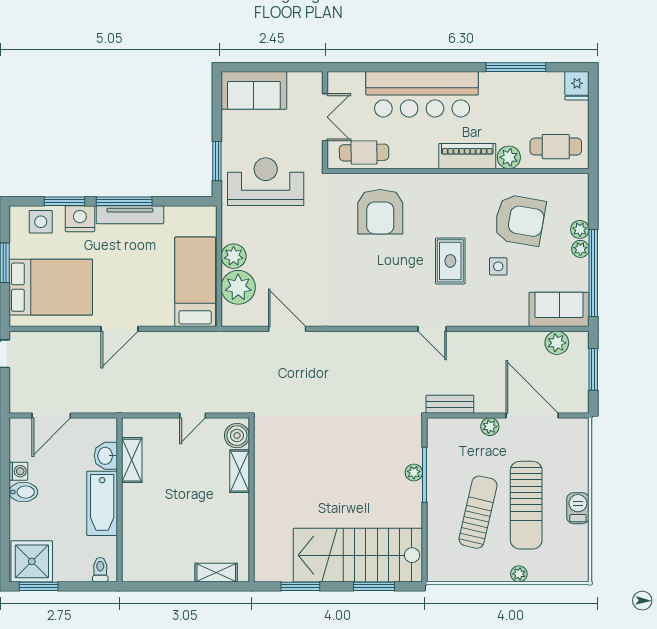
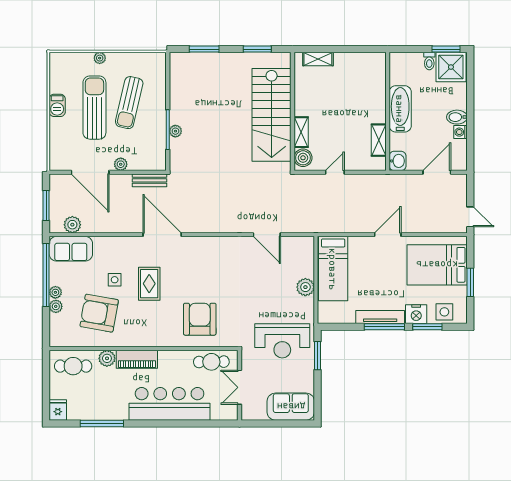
plant: (238, 287) -> (302, 265), removed
door: (432, 329) -> (162, 235), width x1.88
washbasin: (106, 456) -> (398, 161), moved
stairs: (358, 555) -> (272, 115), moved, turned 90
toilet: (100, 570) -> (429, 61), moved

